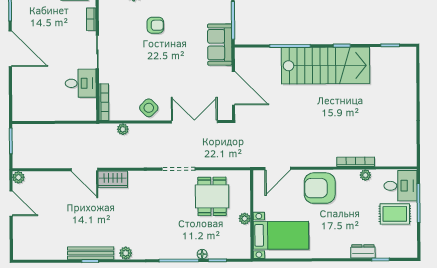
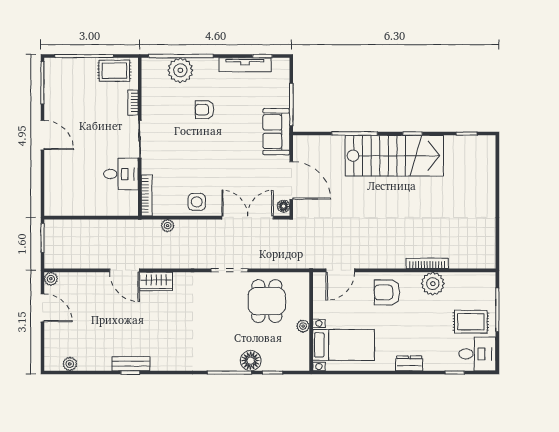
armchair: (155, 25) -> (205, 110), turned 180
door: (10, 49) -> (42, 135), width x0.73
side table: (149, 108) -> (197, 202), turned 45
floor lamp: (227, 111) -> (284, 206), added
plant: (365, 175) -> (433, 284), width x1.87, depth x1.87
desk: (401, 186) -> (477, 354), moved
armchair: (320, 188) -> (387, 292), width x0.73, depth x0.73
dresser: (363, 251) -> (409, 363), moved
bench: (91, 253) -> (131, 364), width x0.73
plant: (126, 253) -> (70, 364), moved
floor lamp: (202, 254) -> (251, 361), width x1.89, depth x1.89

